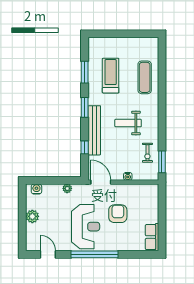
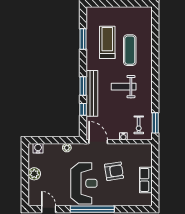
exercise mat: (145, 77) -> (130, 50), moved
window: (85, 107) -> (83, 86), moved
exercise bike: (147, 153) -> (139, 125), moved
armchair: (118, 214) -> (114, 171), turned 81
row of seats: (152, 237) -> (146, 180), moved

